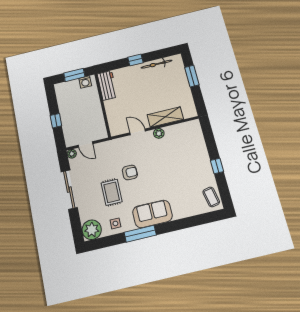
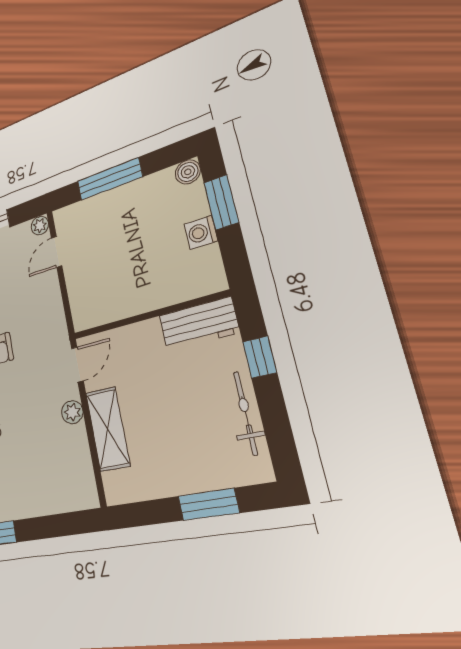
workbench: (107, 85) -> (199, 324), moved
boiler: (59, 88) -> (188, 172), added
wall: (103, 105) -> (149, 315), moved
window: (56, 121) -> (109, 179), width x2.17

